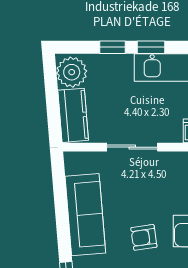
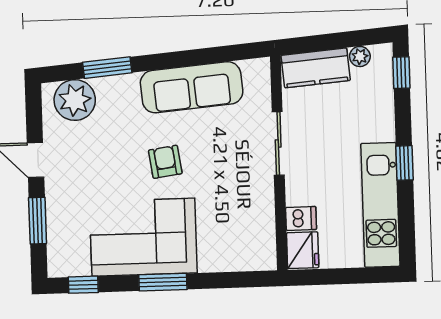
window: (113, 47) -> (401, 73), moved
plant: (72, 72) -> (360, 56), width x0.53, depth x0.53

